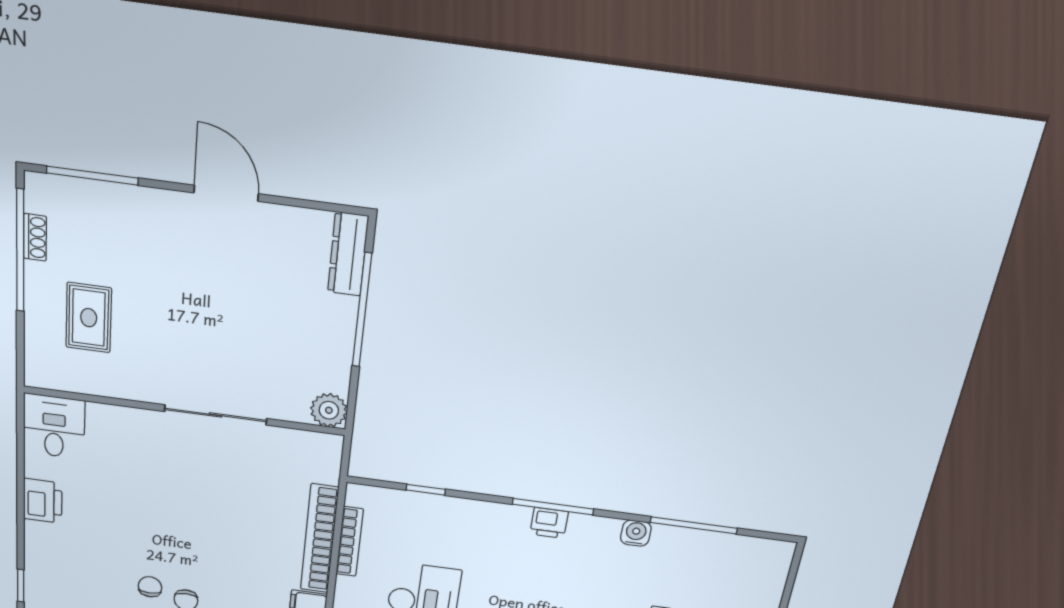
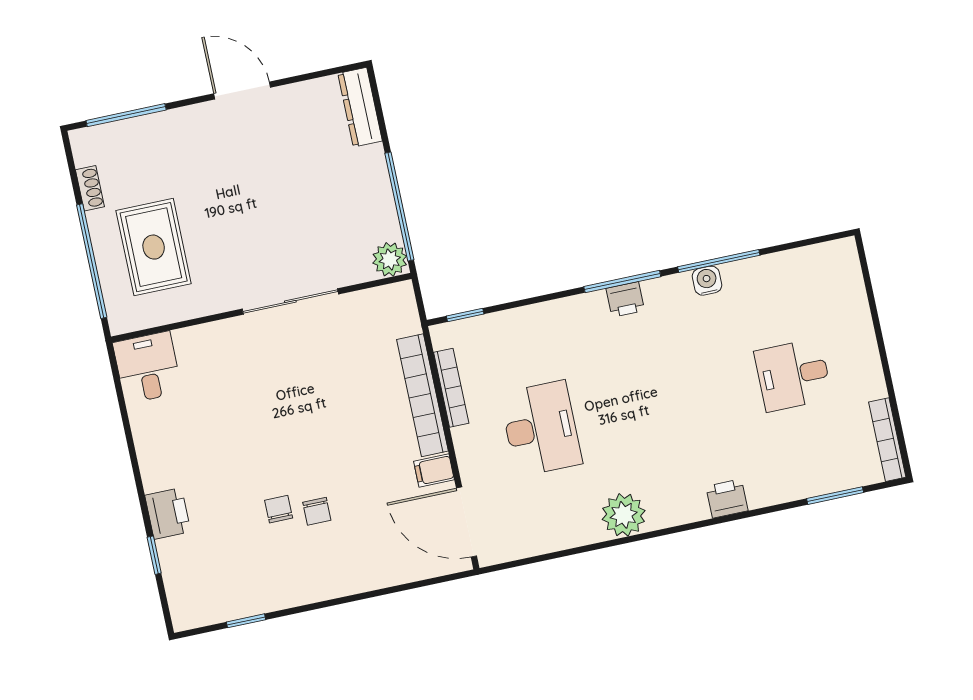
window: (20, 251) -> (92, 261), moved
window: (362, 310) -> (399, 207), moved
rug: (89, 318) -> (154, 247), width x1.36, depth x1.43
window: (426, 490) -> (465, 315), moved
printer: (43, 501) -> (168, 513), moved
window: (694, 525) -> (719, 261), moved

